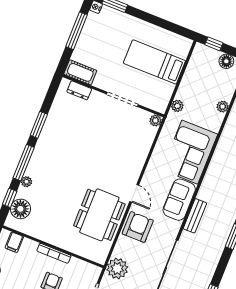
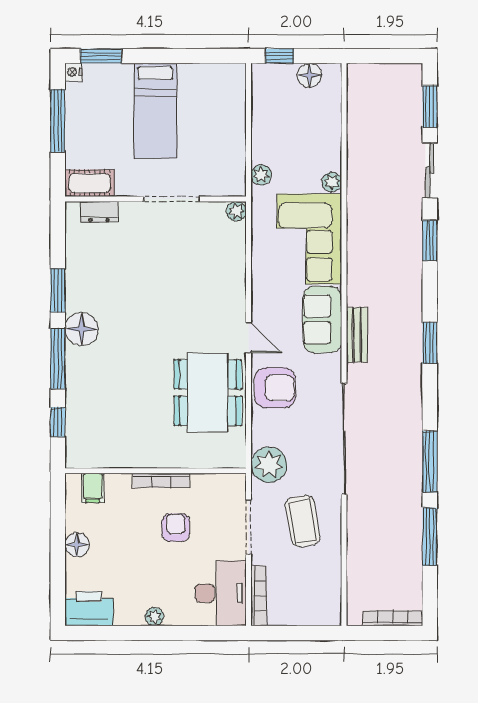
bed: (154, 62) -> (155, 111), moved, turned -90
plant: (223, 107) -> (332, 182), moved
plant: (26, 182) -> (74, 386), removed
floor lamp: (20, 209) -> (82, 329), moved
armchair: (138, 227) -> (275, 388), turned 90

